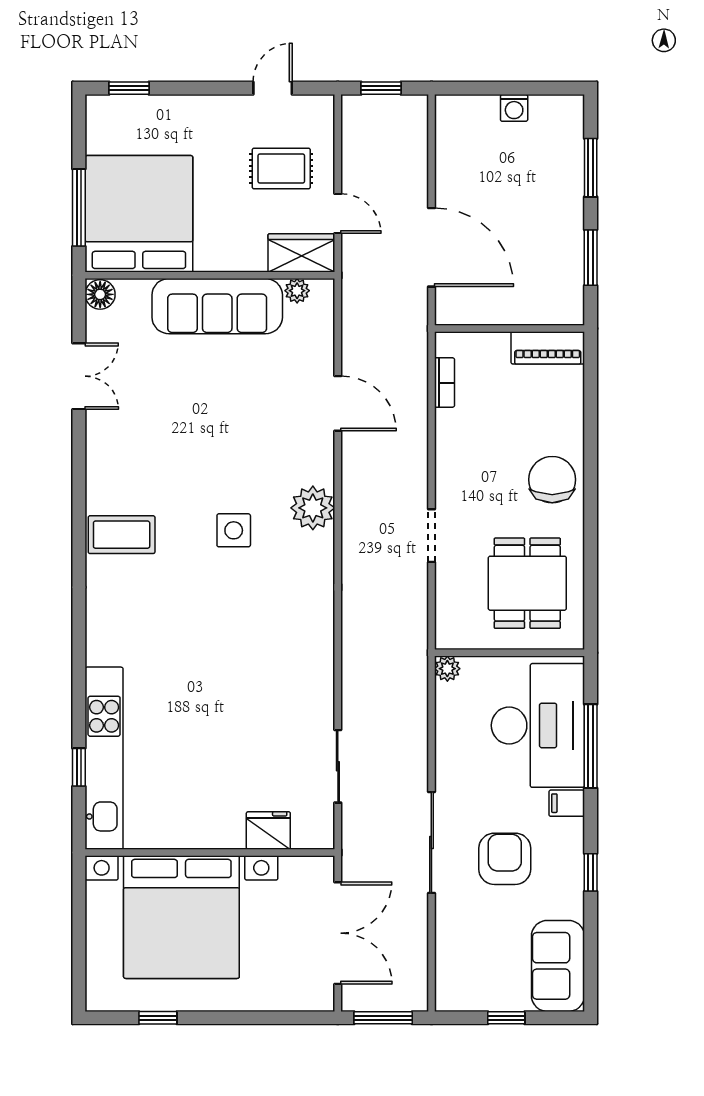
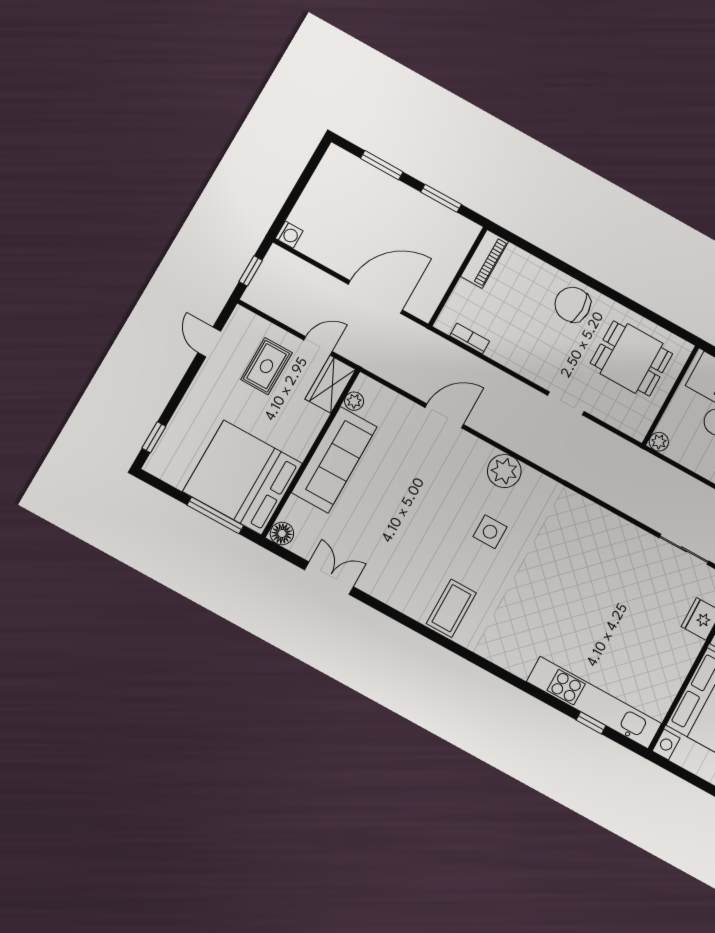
washing machine: (514, 108) -> (289, 235), moved

